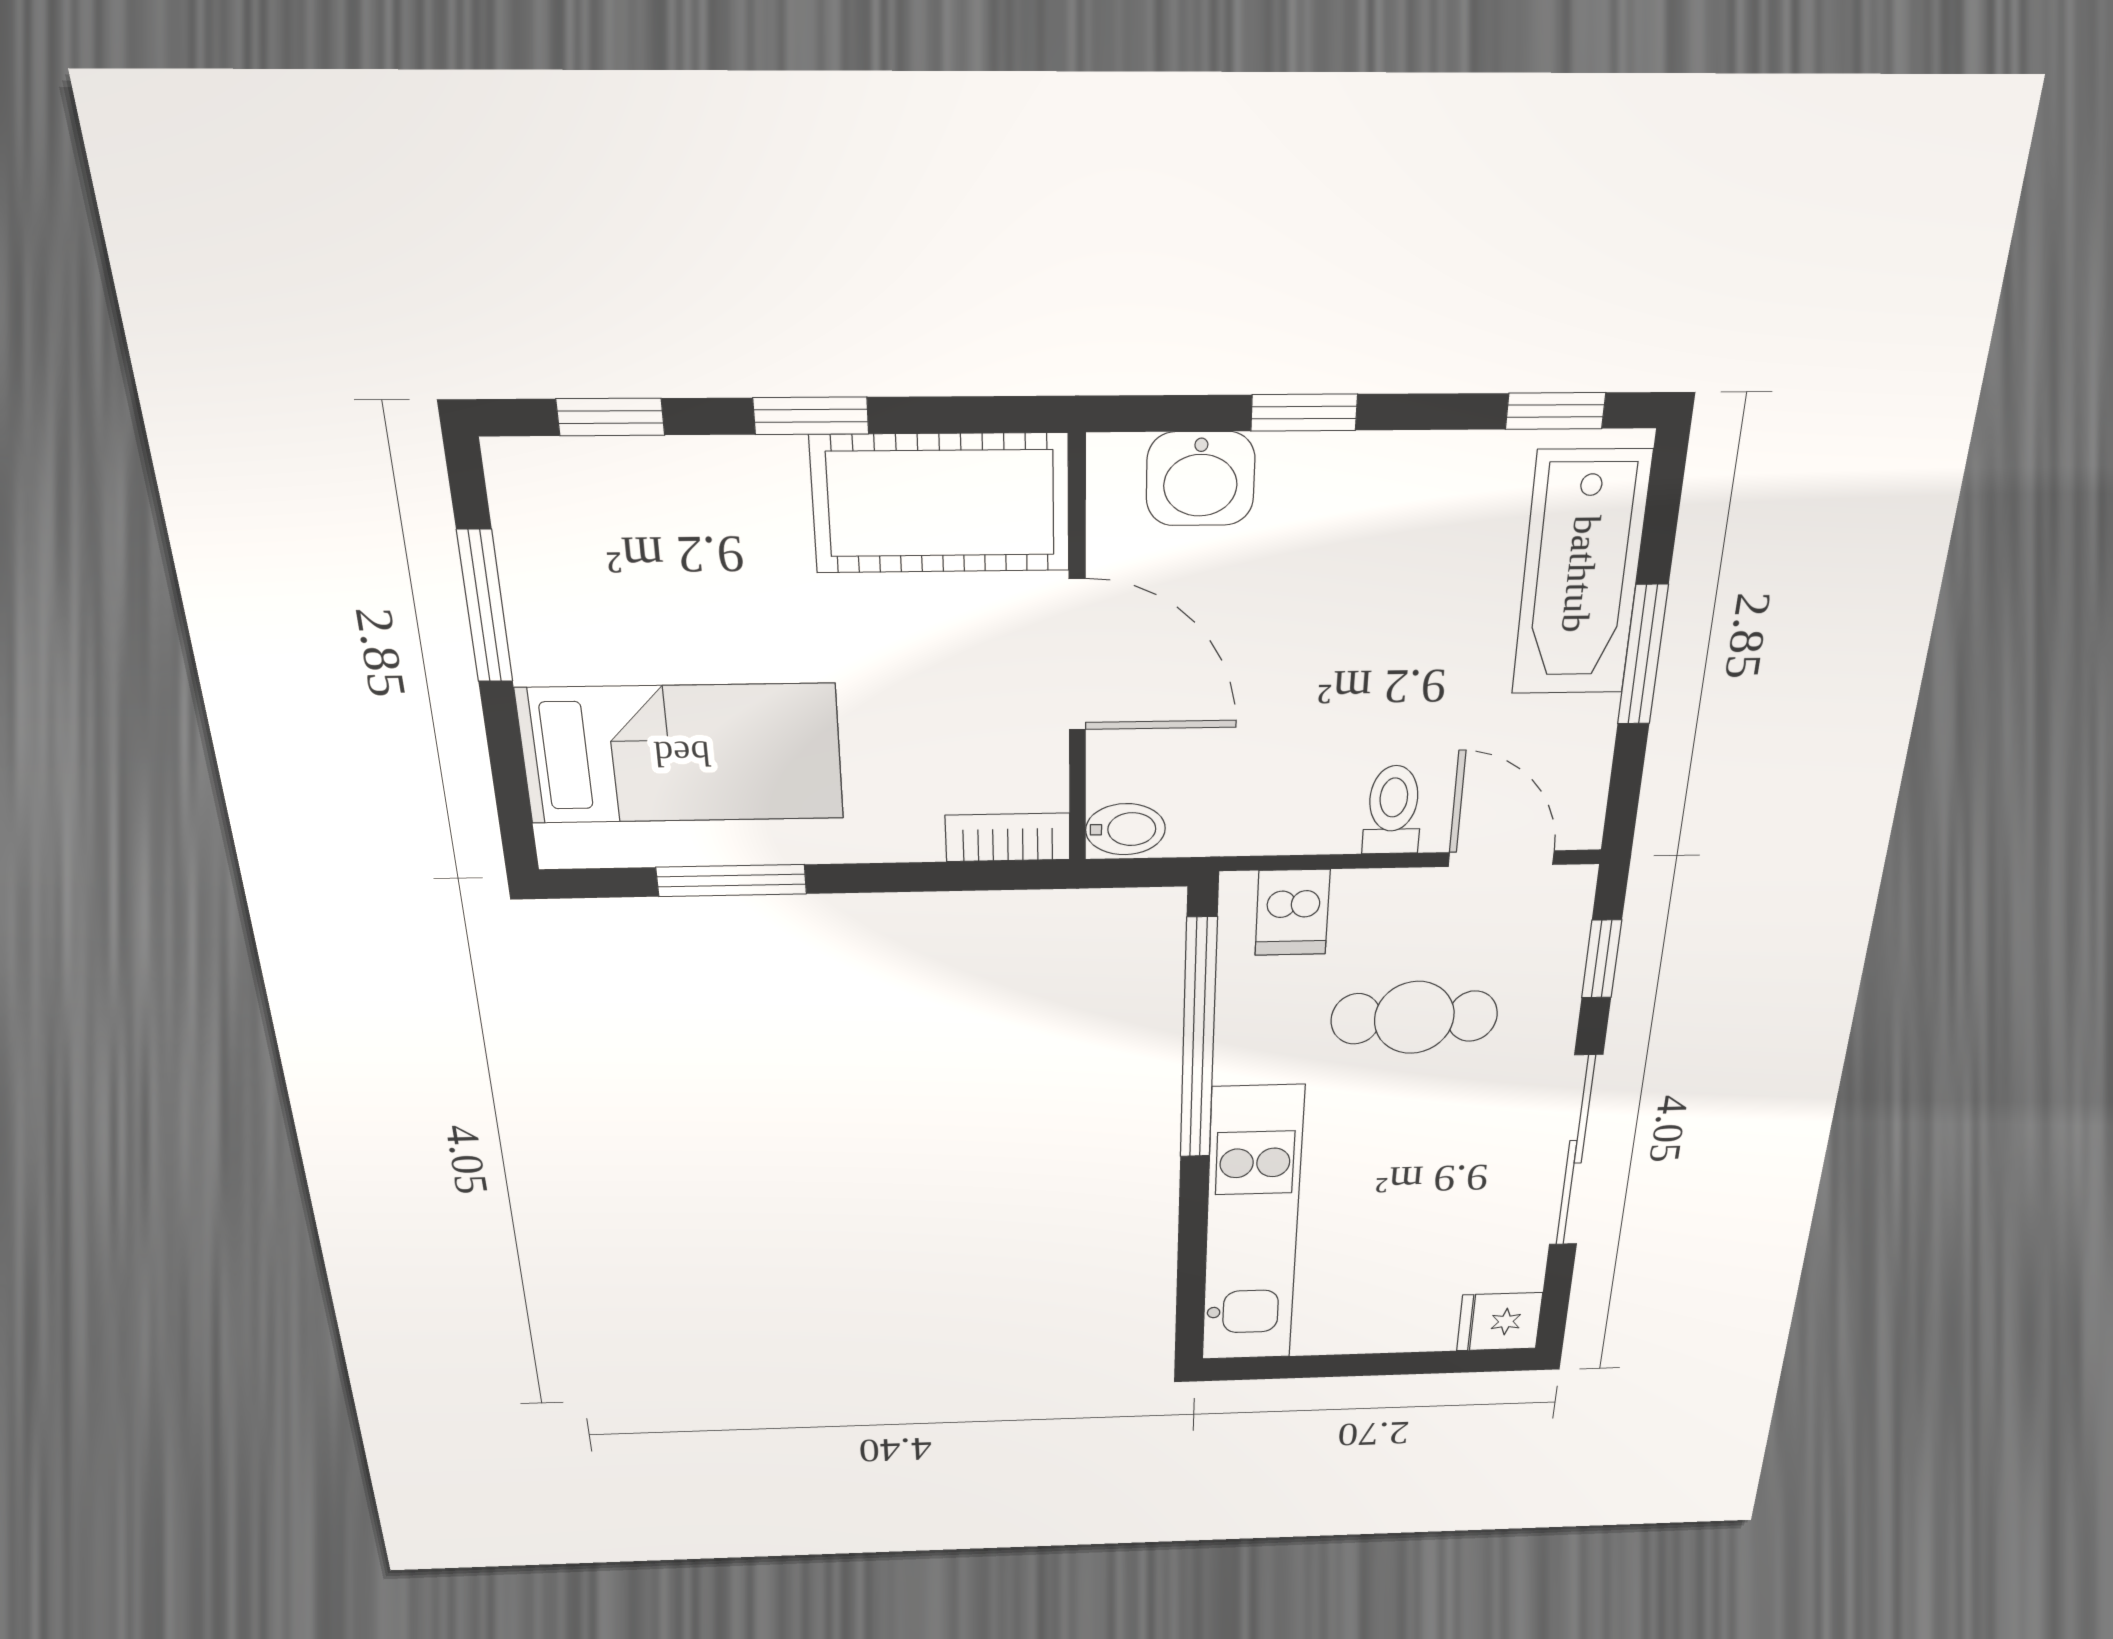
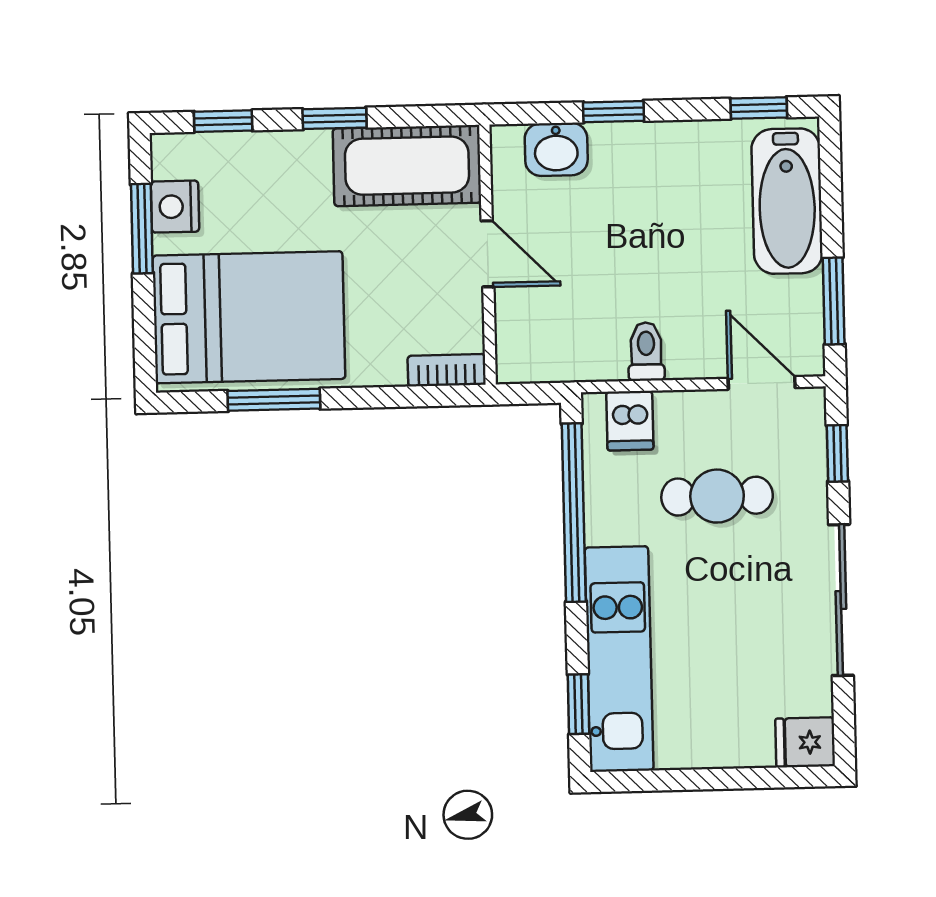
nightstand: (539, 569) -> (175, 207), added
door: (1077, 655) -> (487, 254), width x0.73
window: (1643, 655) -> (834, 301), moved
bed: (682, 754) -> (249, 317), width x1.50
toilet: (1393, 810) -> (646, 352), moved
bidet: (1125, 829) -> (520, 364), removed
window: (1191, 1281) -> (578, 704), added

